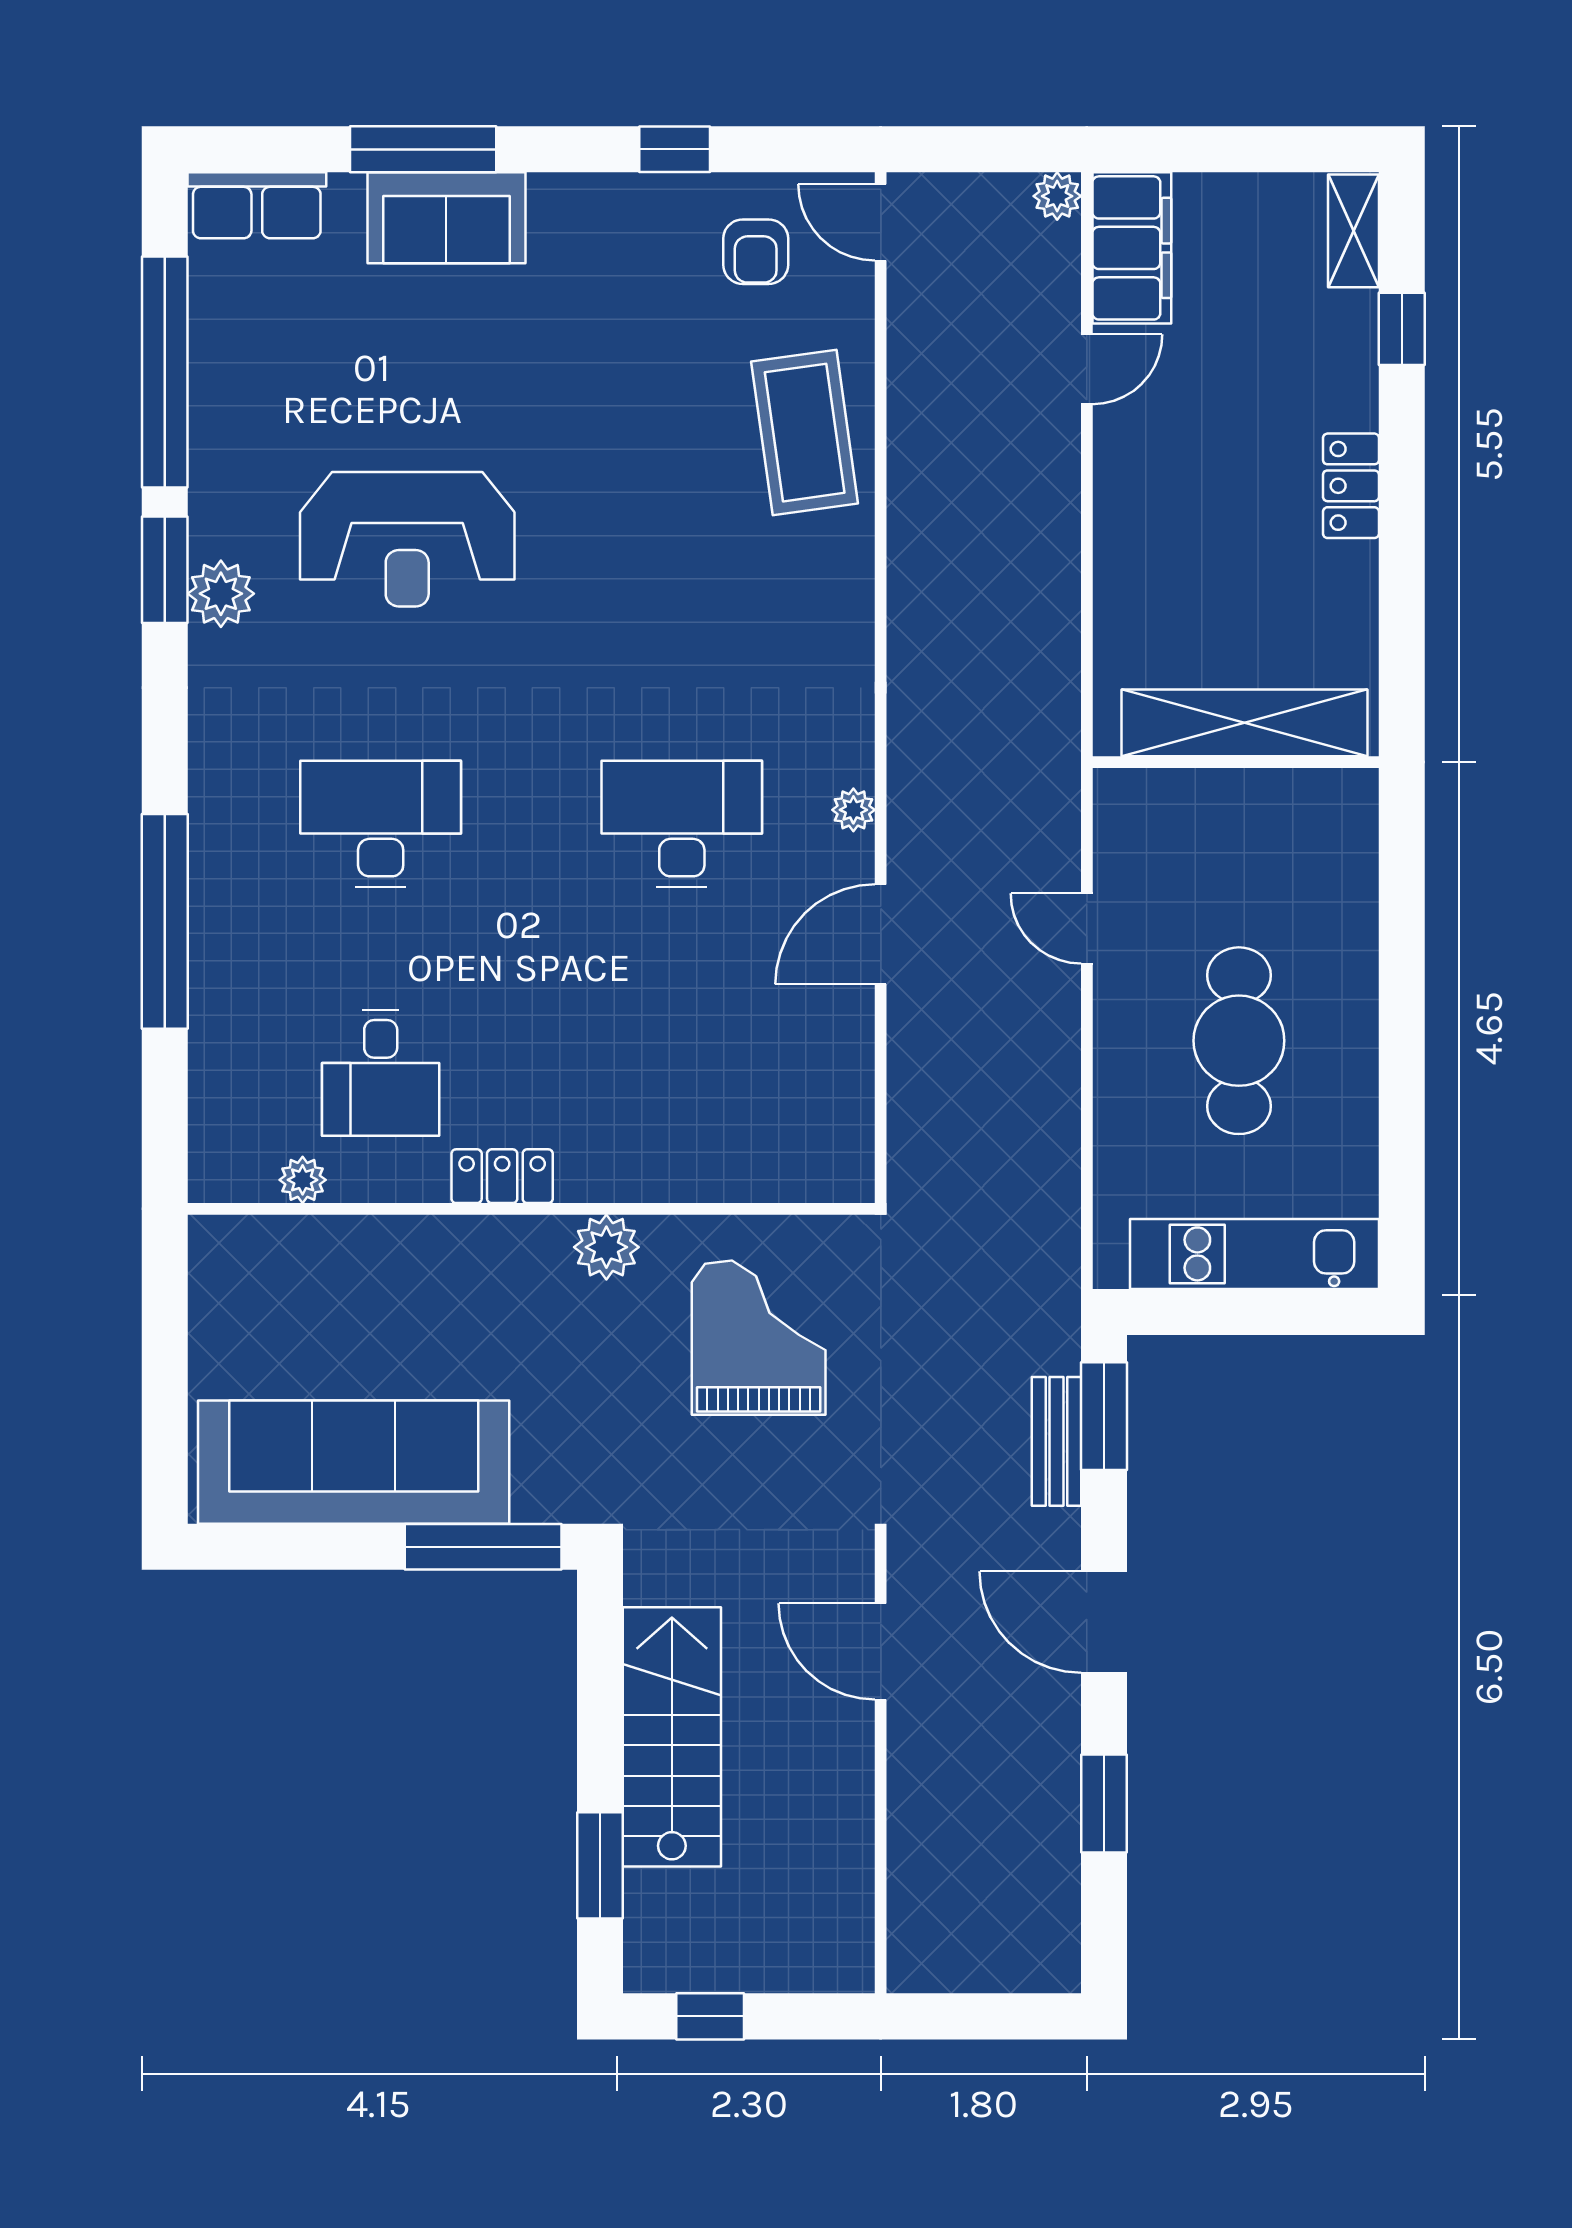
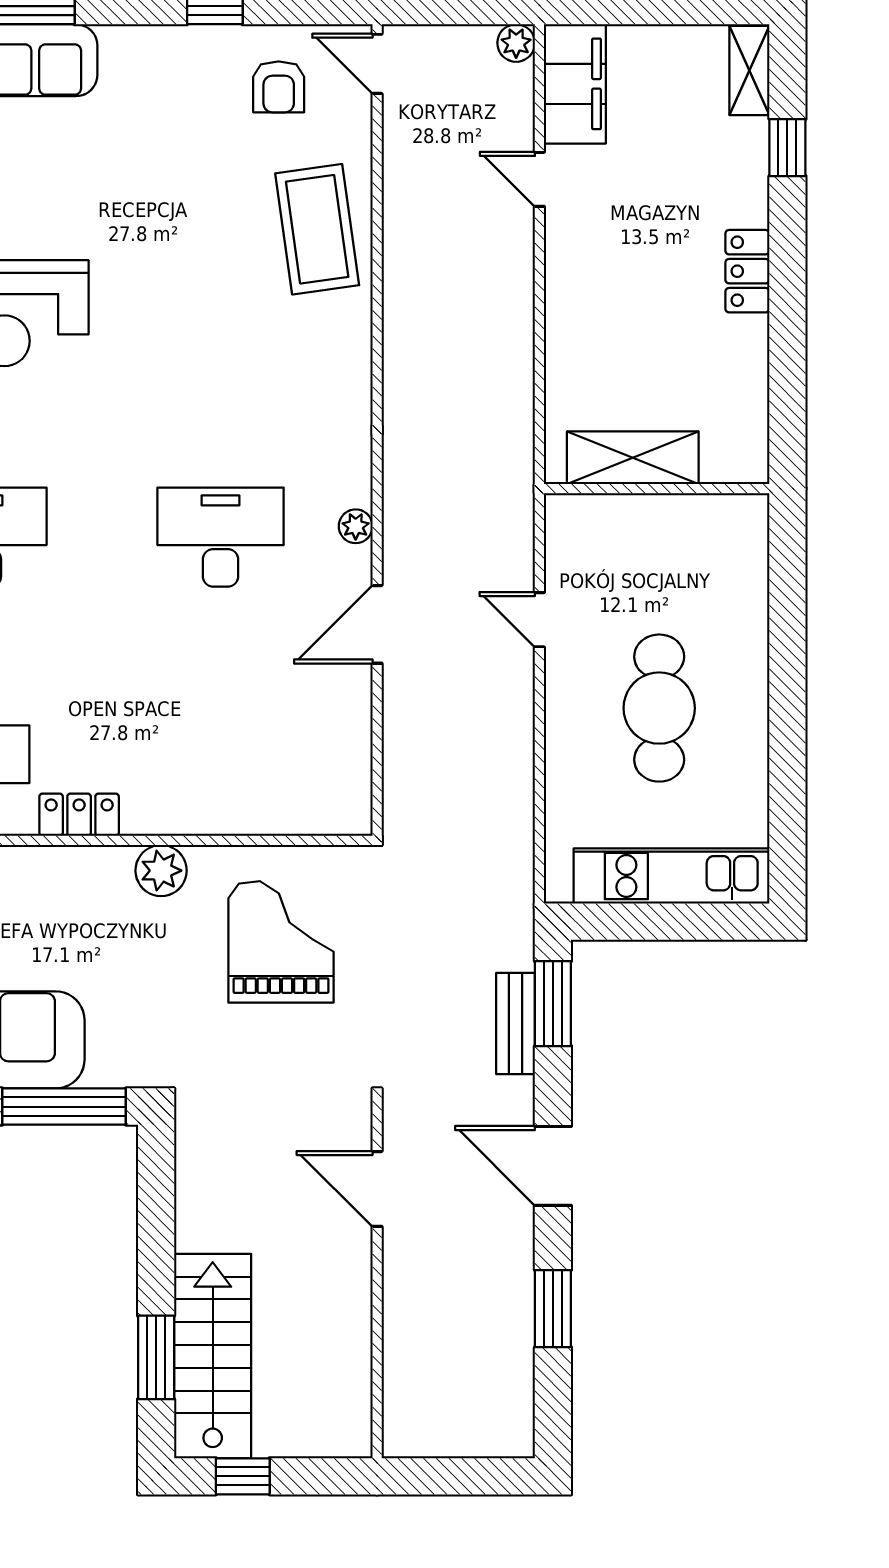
door: (1087, 369) -> (539, 179), swing flipped
shelving: (1245, 723) -> (633, 458), width x0.68
stairs: (672, 1737) -> (213, 1356), moved

